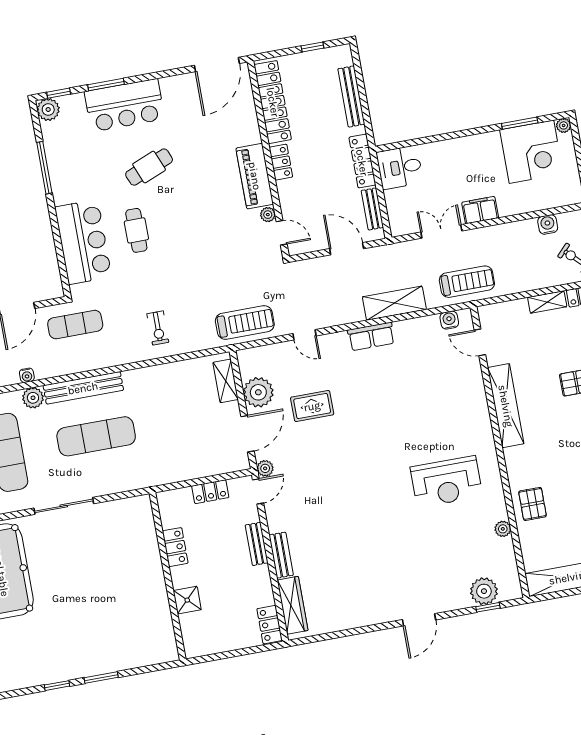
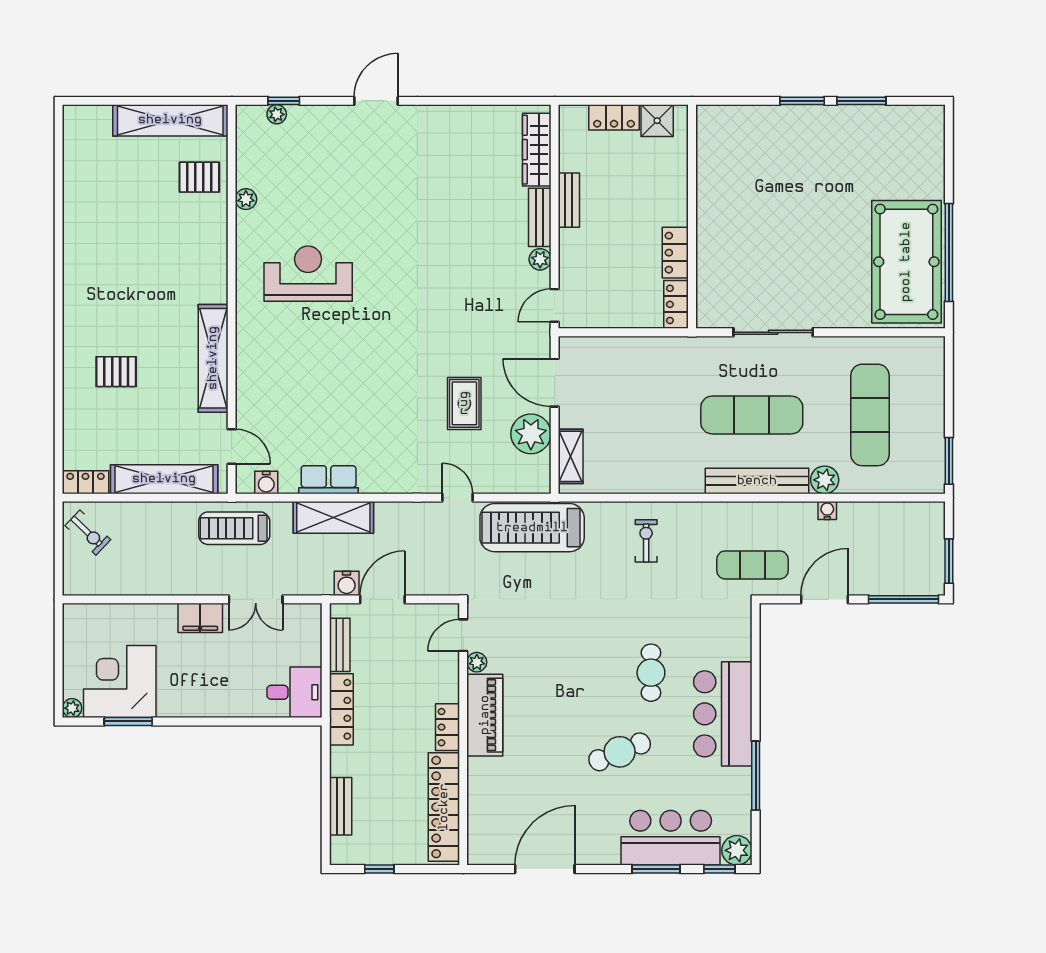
door: (217, 64) -> (545, 869), moved
bench: (351, 97) -> (341, 806), width x0.73
bar counter: (125, 105) -> (671, 838), moved
water cooler: (548, 224) -> (347, 583), moved
door: (282, 233) -> (463, 635), hinge flipped
bar counter: (83, 242) -> (723, 714), moved
door: (347, 249) -> (382, 599), swing flipped
shelving: (547, 302) -> (164, 479), width x2.20, depth x1.33
treadmill: (245, 322) -> (532, 528), width x1.37, depth x1.38
row of seats: (371, 336) -> (329, 480), moved
rug: (312, 406) -> (464, 403), turned 90
door: (248, 434) -> (555, 383), hinge flipped
plant: (265, 468) -> (540, 259), moved
locker: (210, 492) -> (676, 304), moved, turned -90
pallet: (533, 504) -> (199, 177), moved, turned 90
sliding door: (64, 506) -> (773, 332), moved
bench: (257, 544) -> (569, 200), moved
plant: (484, 591) -> (277, 114), width x0.53, depth x0.53
shower: (187, 600) -> (657, 121), moved
locker: (270, 625) -> (614, 117), moved, turned 90
window: (57, 686) -> (861, 101), width x1.50

